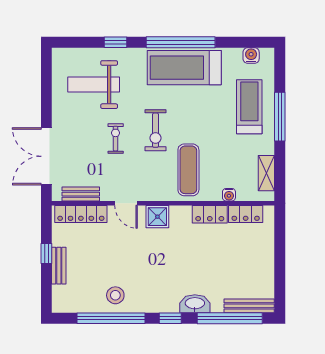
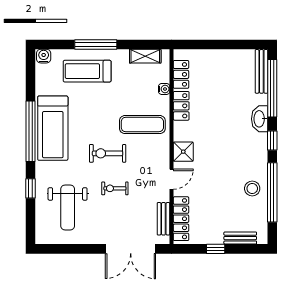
water cooler: (251, 56) -> (44, 56), moved, turned 90
exercise bike: (155, 130) -> (108, 153), turned 180
bench: (59, 266) -> (240, 238), moved

